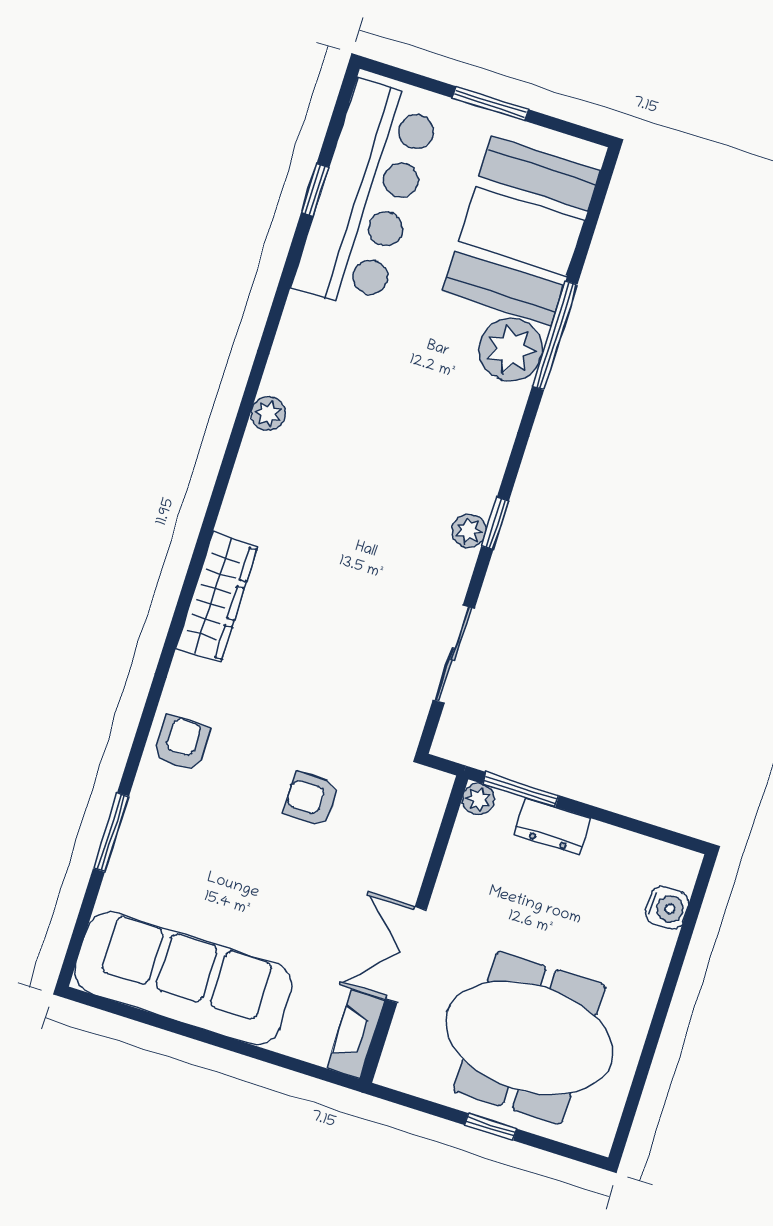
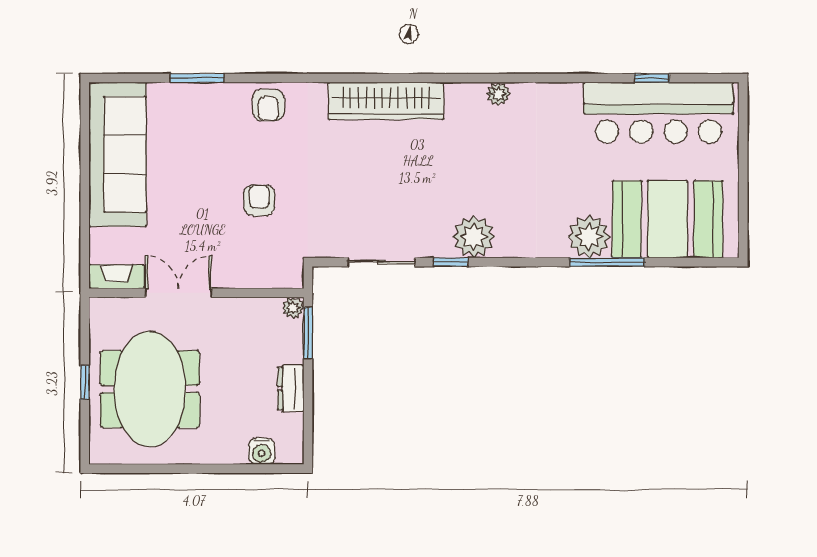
window: (490, 104) -> (743, 173), removed
window: (495, 523) -> (451, 262), moved
plant: (469, 531) -> (474, 237), width x1.88, depth x1.88
wardrobe: (217, 597) -> (386, 101), width x1.40, depth x1.17
armchair: (181, 743) -> (268, 105), turned 90
dresser: (552, 826) -> (291, 388), moved

